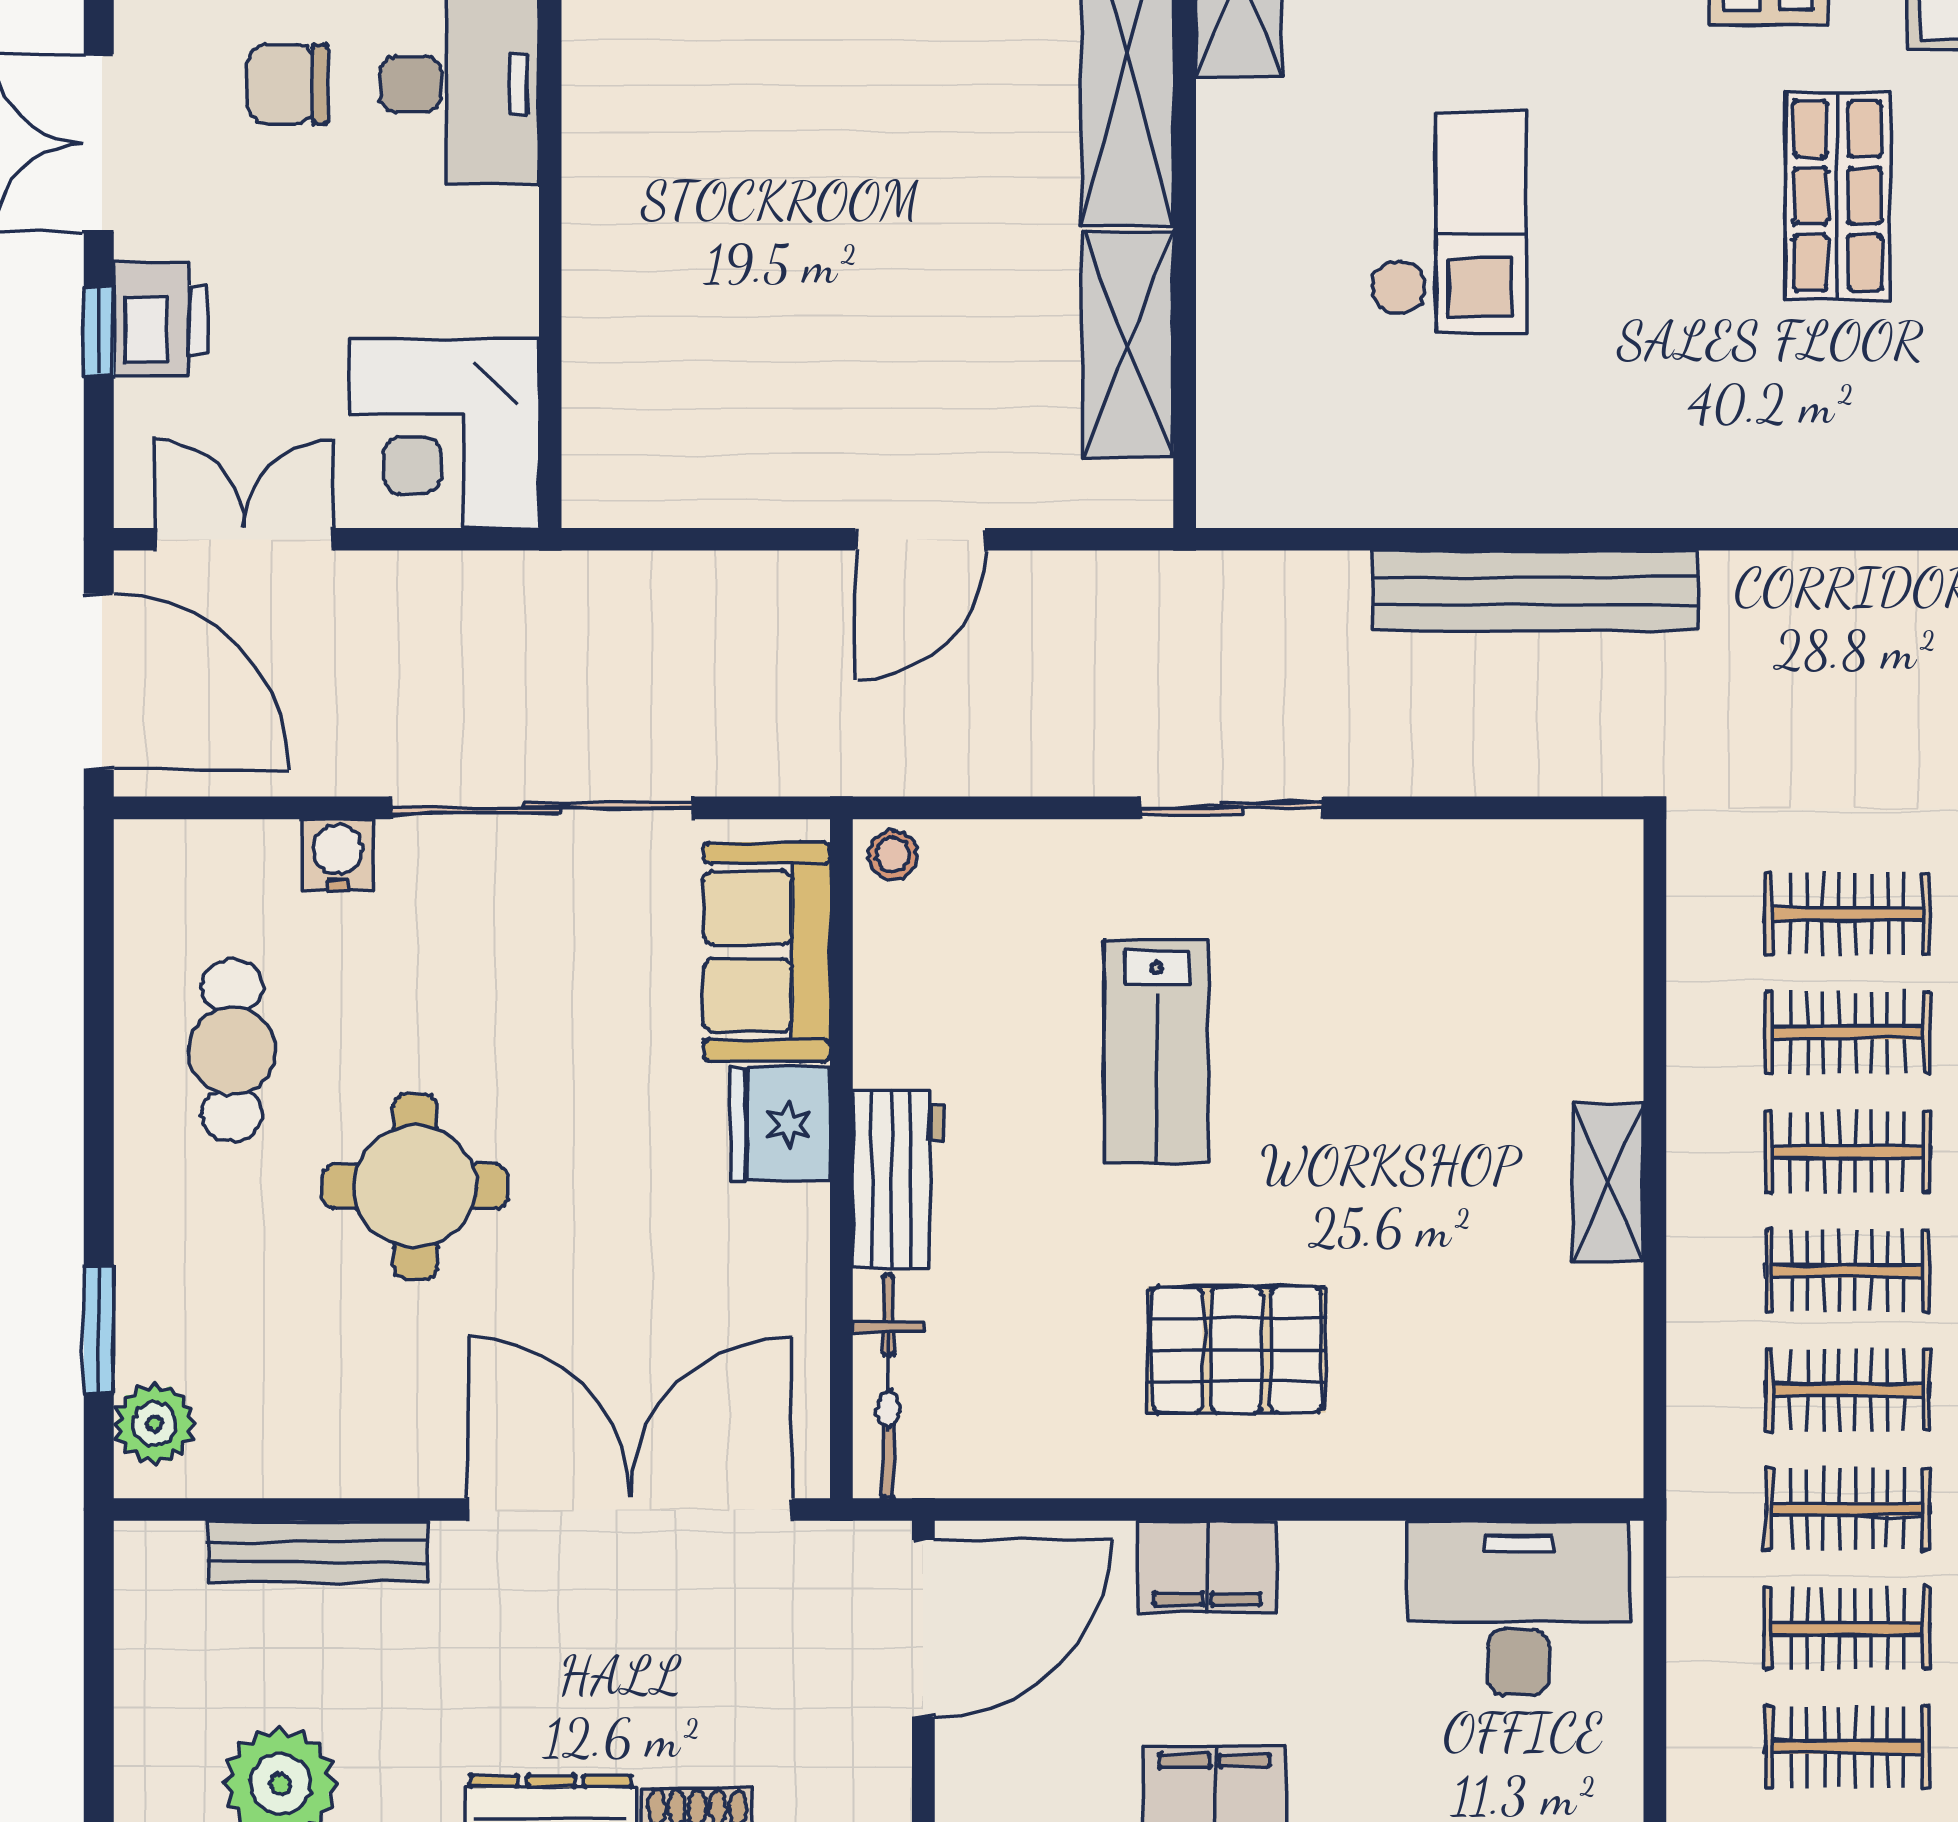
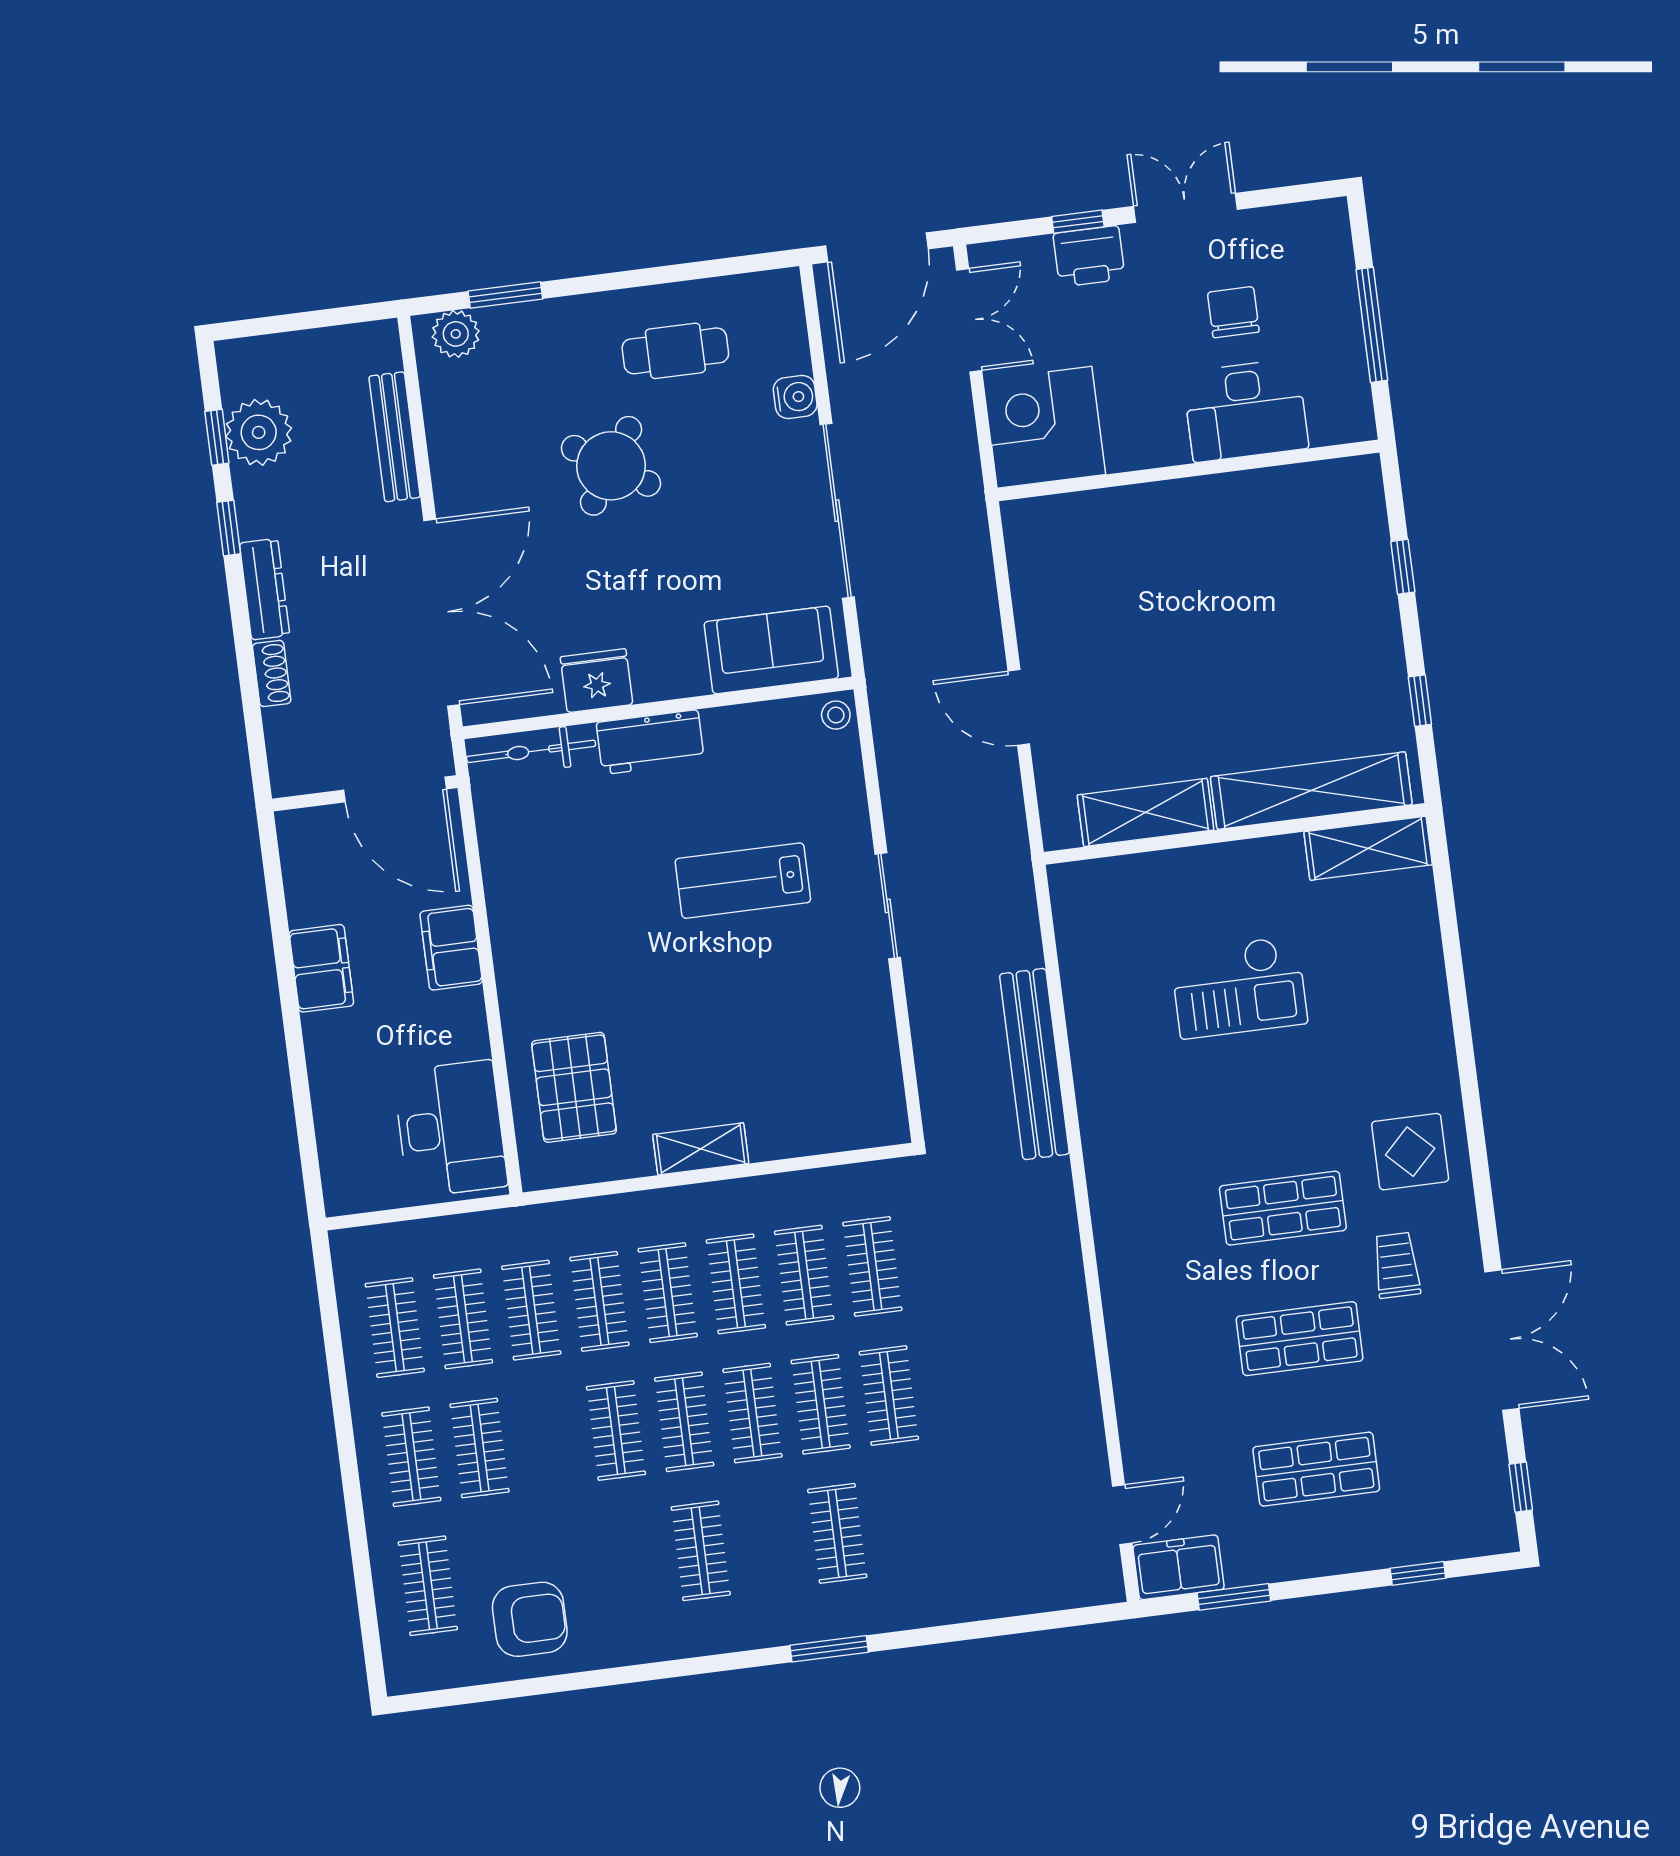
fridge: (781, 1124) -> (596, 681), moved
round table: (415, 1186) -> (611, 466), turned 33
pallet: (1237, 1350) -> (574, 1087), moved

